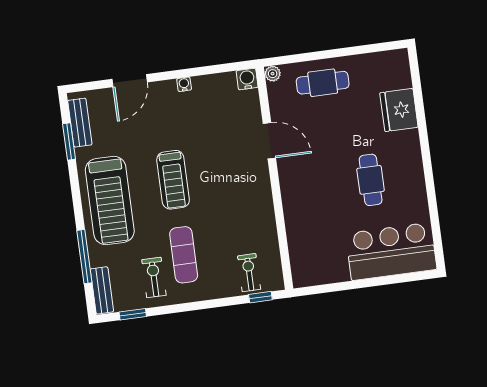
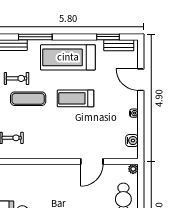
water cooler: (247, 79) -> (132, 141), moved

